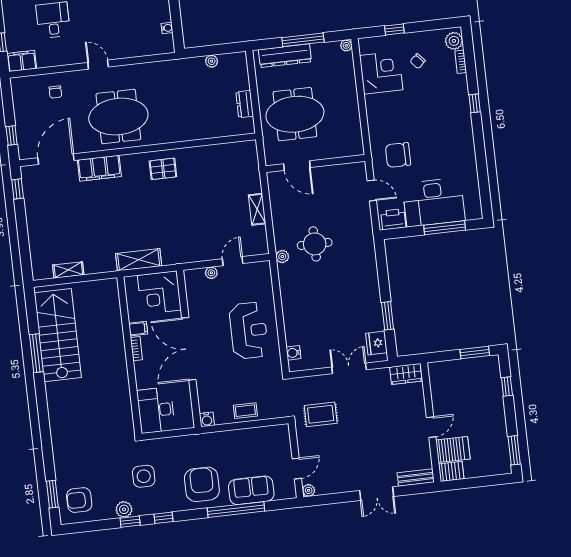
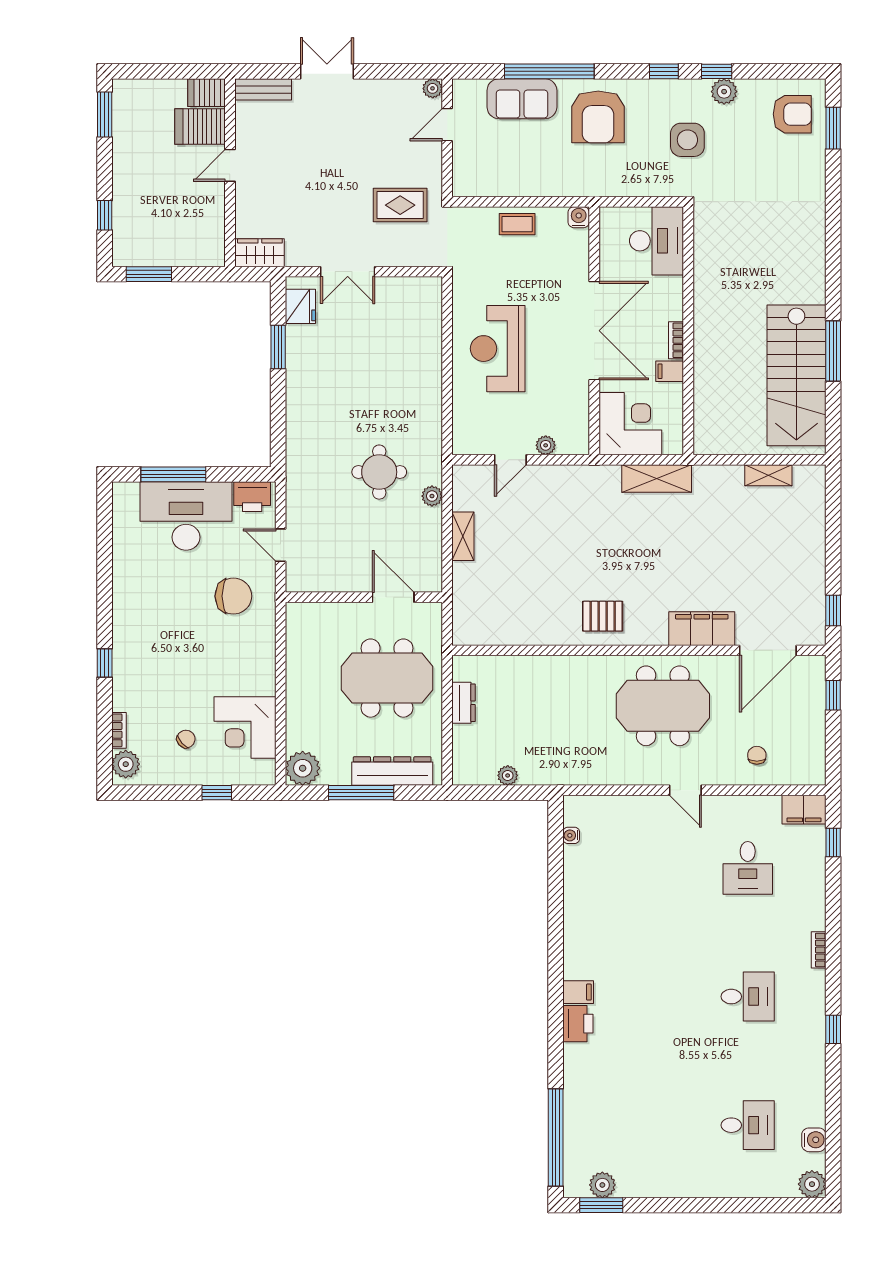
plant: (346, 45) -> (303, 768), width x1.88, depth x1.88
plant: (282, 257) -> (432, 496), moved
water cooler: (293, 353) -> (432, 306), removed

